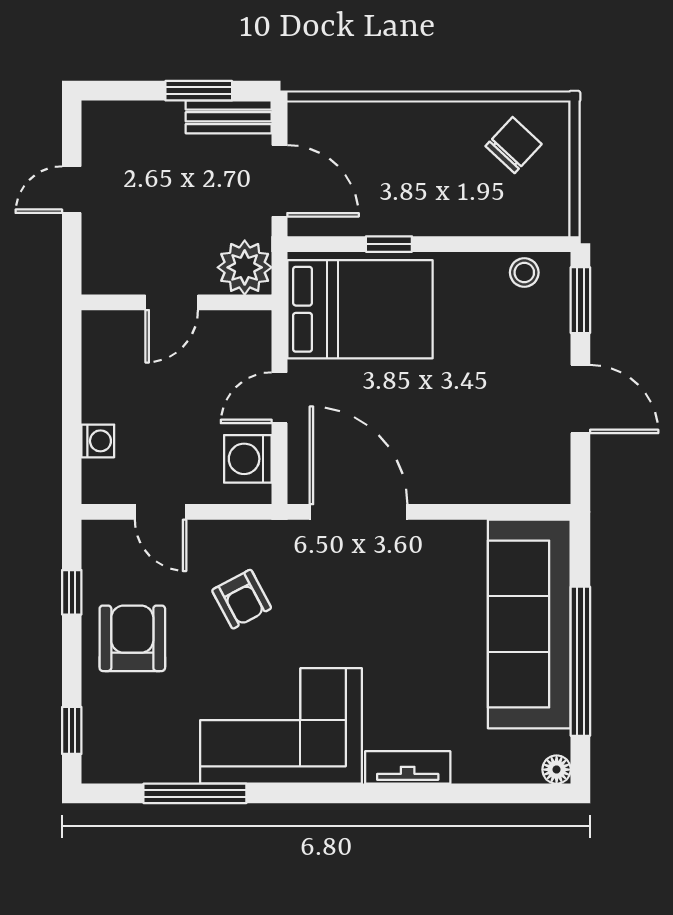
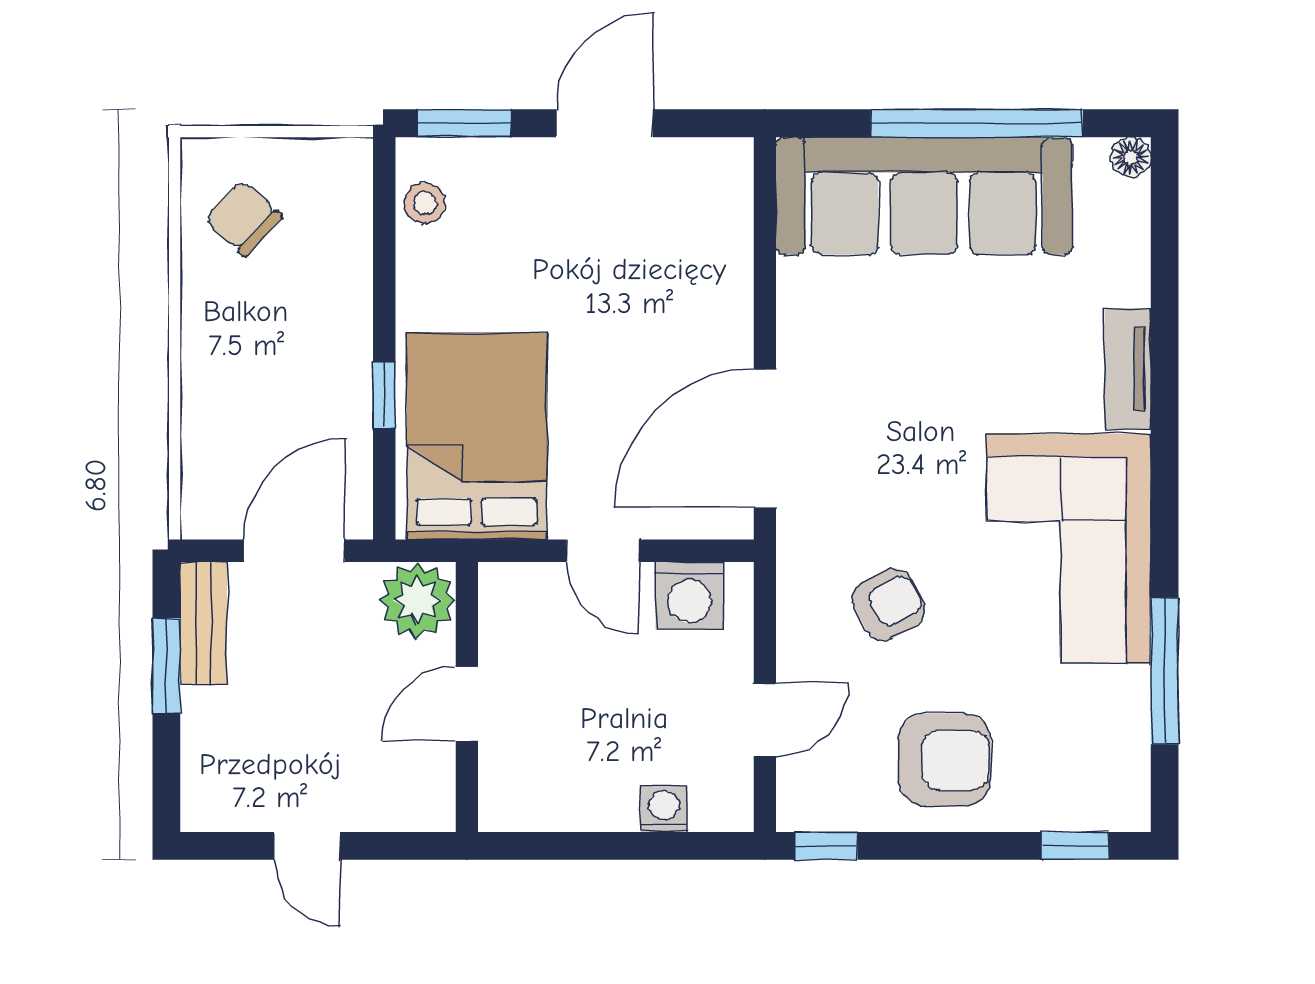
door: (172, 302) -> (467, 704), swing flipped
window: (72, 592) -> (826, 846), moved
armchair: (132, 638) -> (944, 760), turned 180

